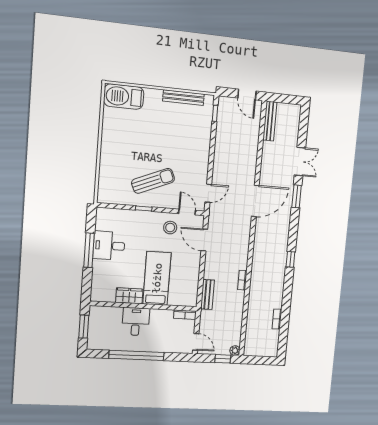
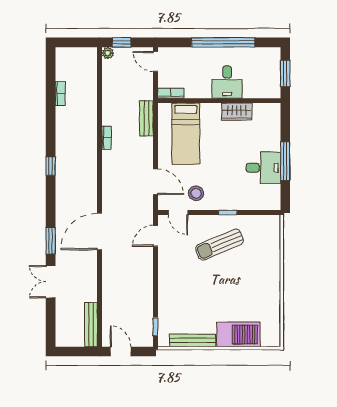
barbecue: (124, 97) -> (238, 334), moved
bed: (157, 278) -> (186, 134), moved

